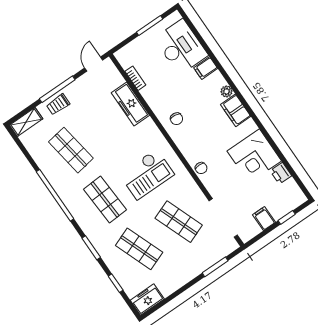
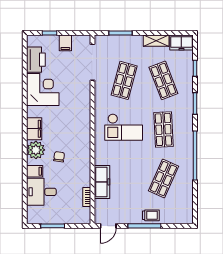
desk: (181, 47) -> (41, 192), width x0.73
plant: (227, 91) -> (36, 150), width x1.88, depth x1.88
chair: (177, 119) -> (59, 157), moved
shelving: (26, 122) -> (156, 41), moved
shop shelf: (71, 150) -> (163, 179), turned 33
chair: (201, 168) -> (84, 106), removed
printer: (281, 173) -> (36, 60), width x1.87, depth x1.48
checkout: (147, 174) -> (124, 127), turned 180
shop shelf: (179, 222) -> (124, 80), turned 36

